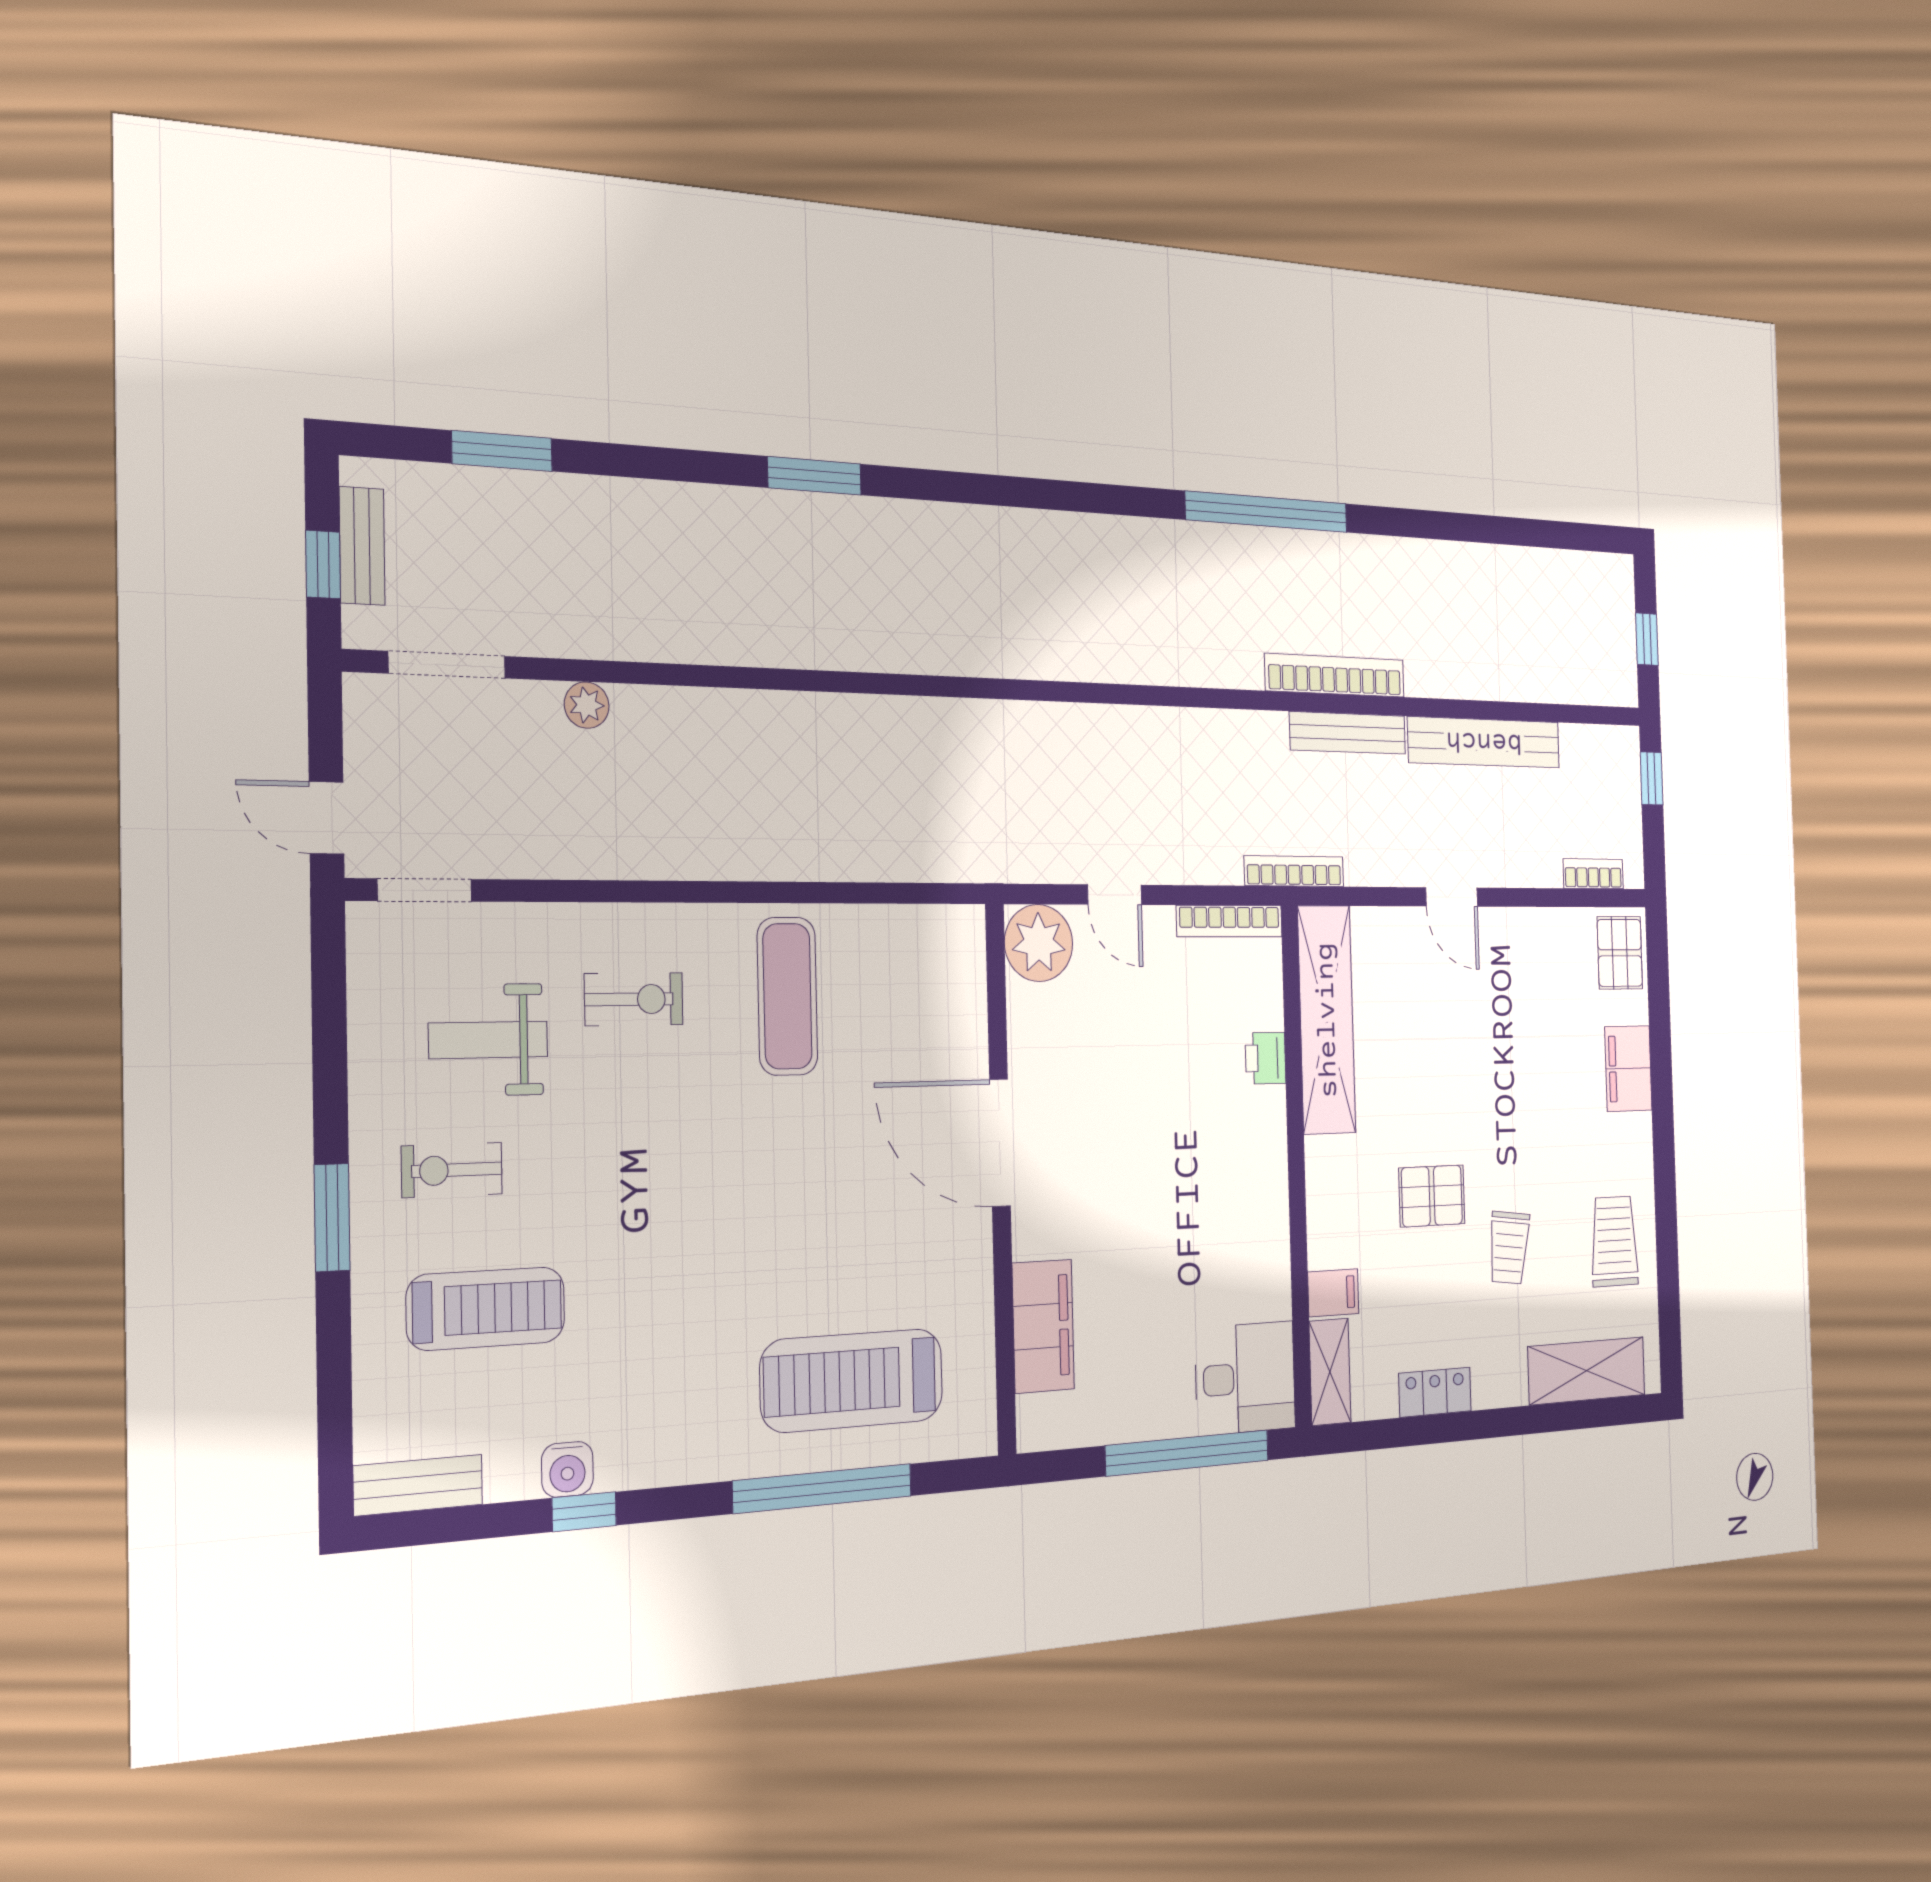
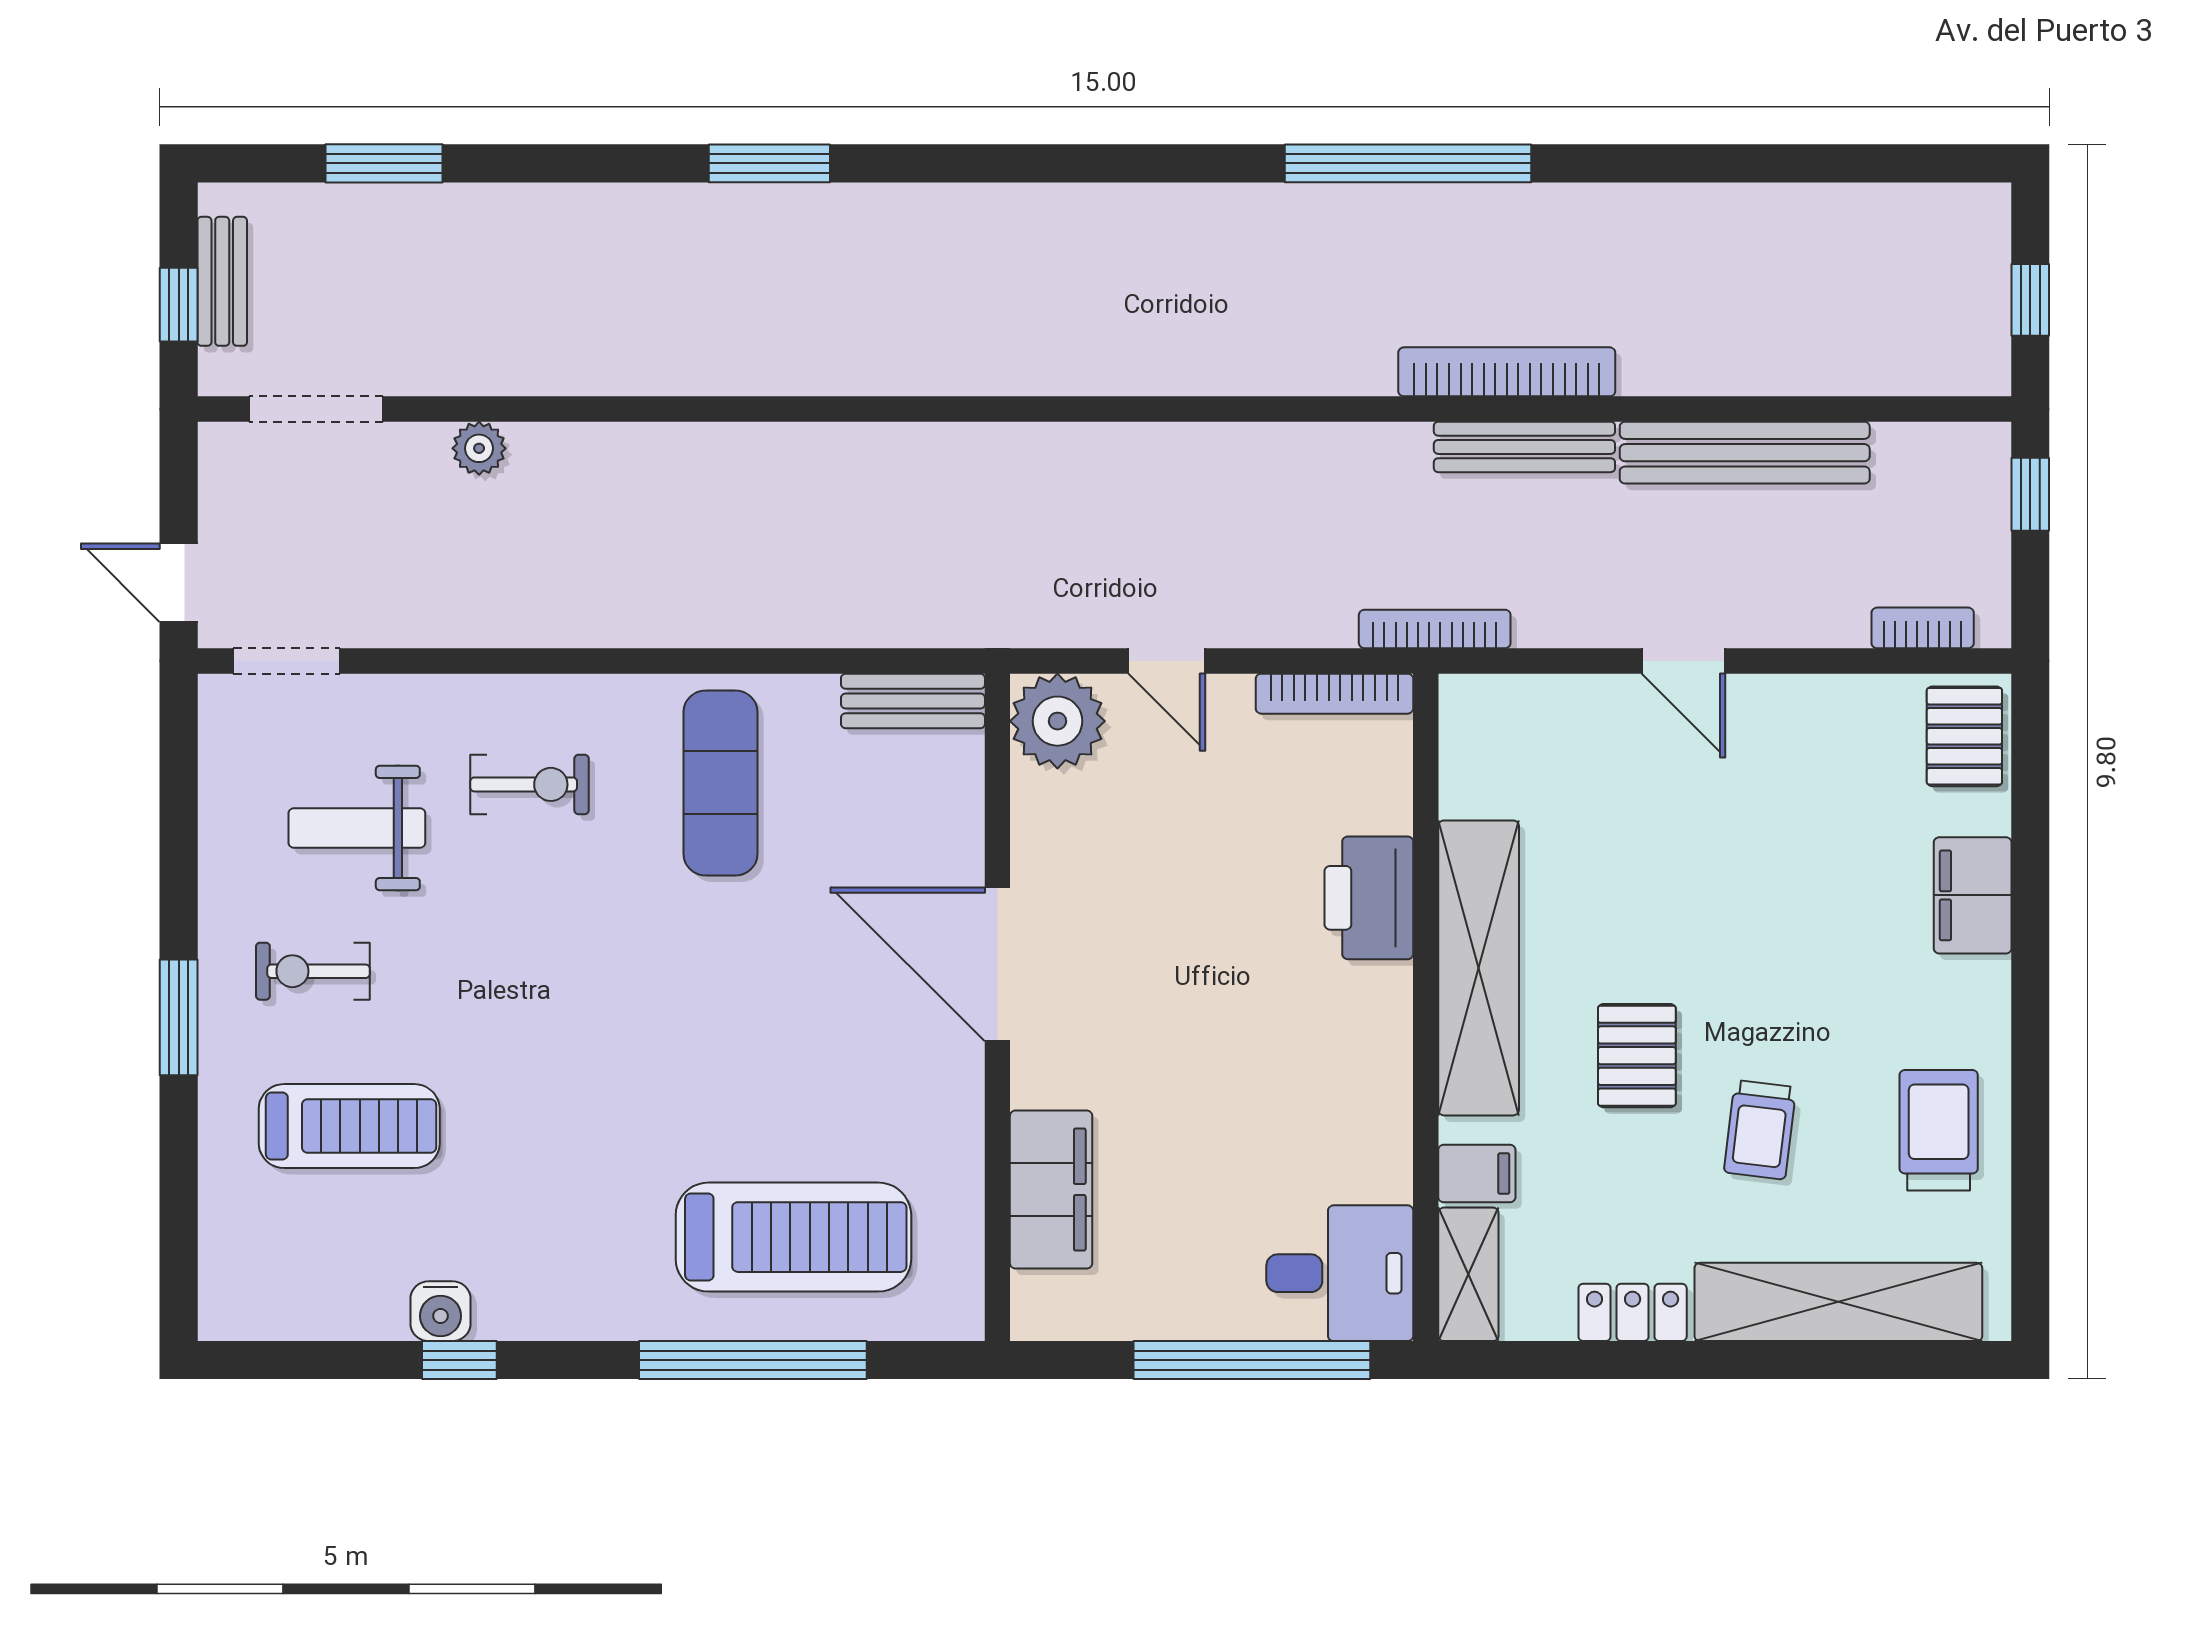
shelving: (1327, 1020) -> (1479, 968), moved
printer: (1266, 1058) -> (1369, 898), width x1.87, depth x1.48
pallet: (1432, 1196) -> (1637, 1056), turned 90
shelving: (1587, 1371) -> (1838, 1302), width x1.47
treadmill: (852, 1380) -> (793, 1237), turned 180
bench: (418, 1485) -> (913, 701), moved

